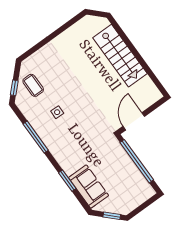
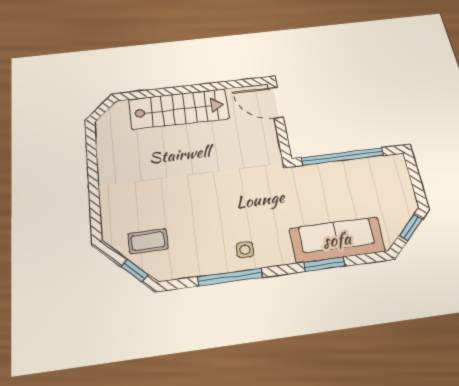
side table: (57, 112) -> (245, 250), moved
door: (134, 121) -> (276, 103), moved
sofa: (89, 187) -> (337, 240), width x1.36

